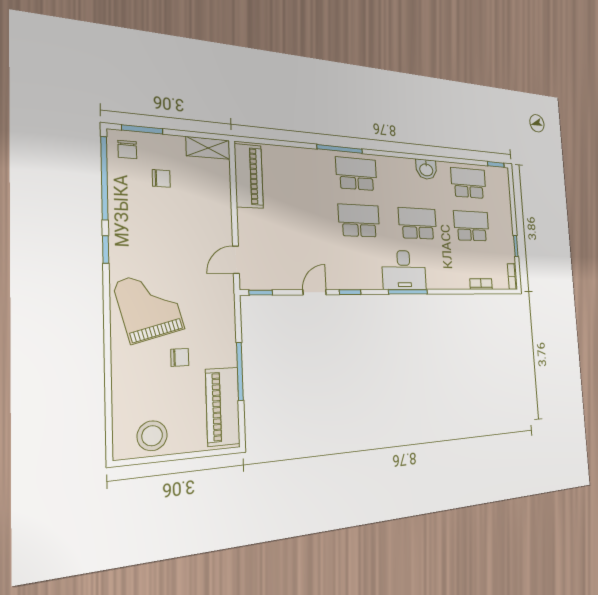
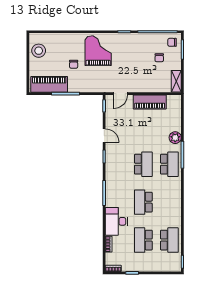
plant: (312, 159) -> (175, 138), added
washbasin: (426, 169) -> (175, 210), removed
piano: (249, 176) -> (150, 102), moved
school desk: (418, 223) -> (143, 202), turned 180
school desk: (471, 226) -> (143, 240), turned 180
door: (236, 260) -> (120, 94), swing flipped
desk: (404, 270) -> (116, 221), moved
grand piano: (149, 306) -> (98, 51), turned -75

